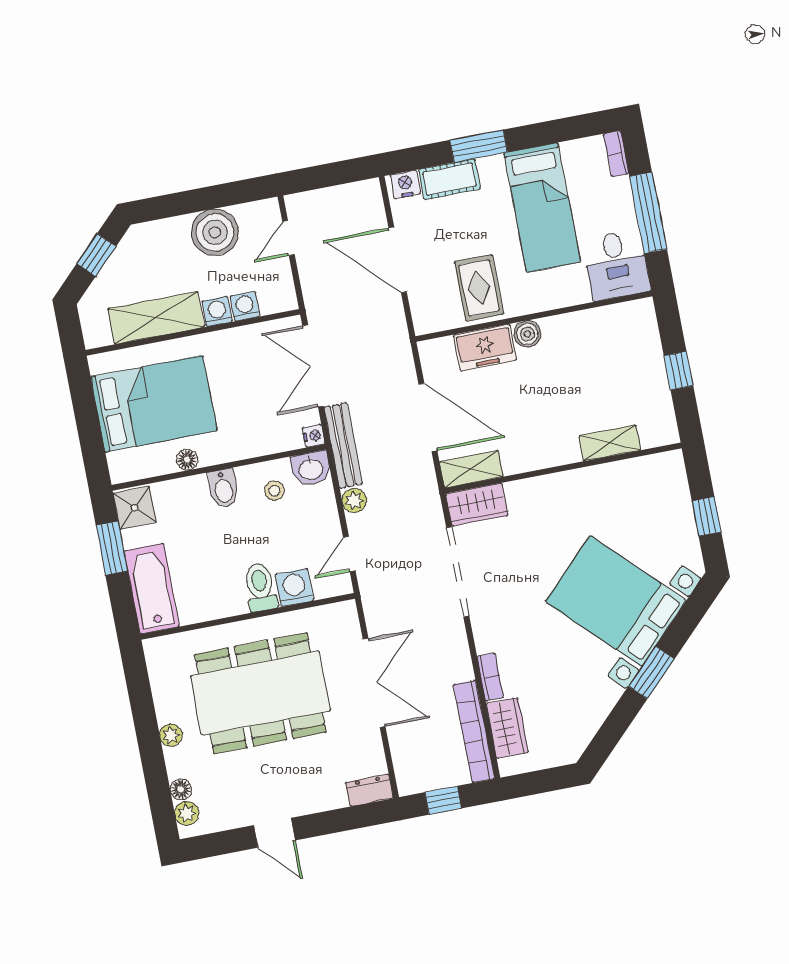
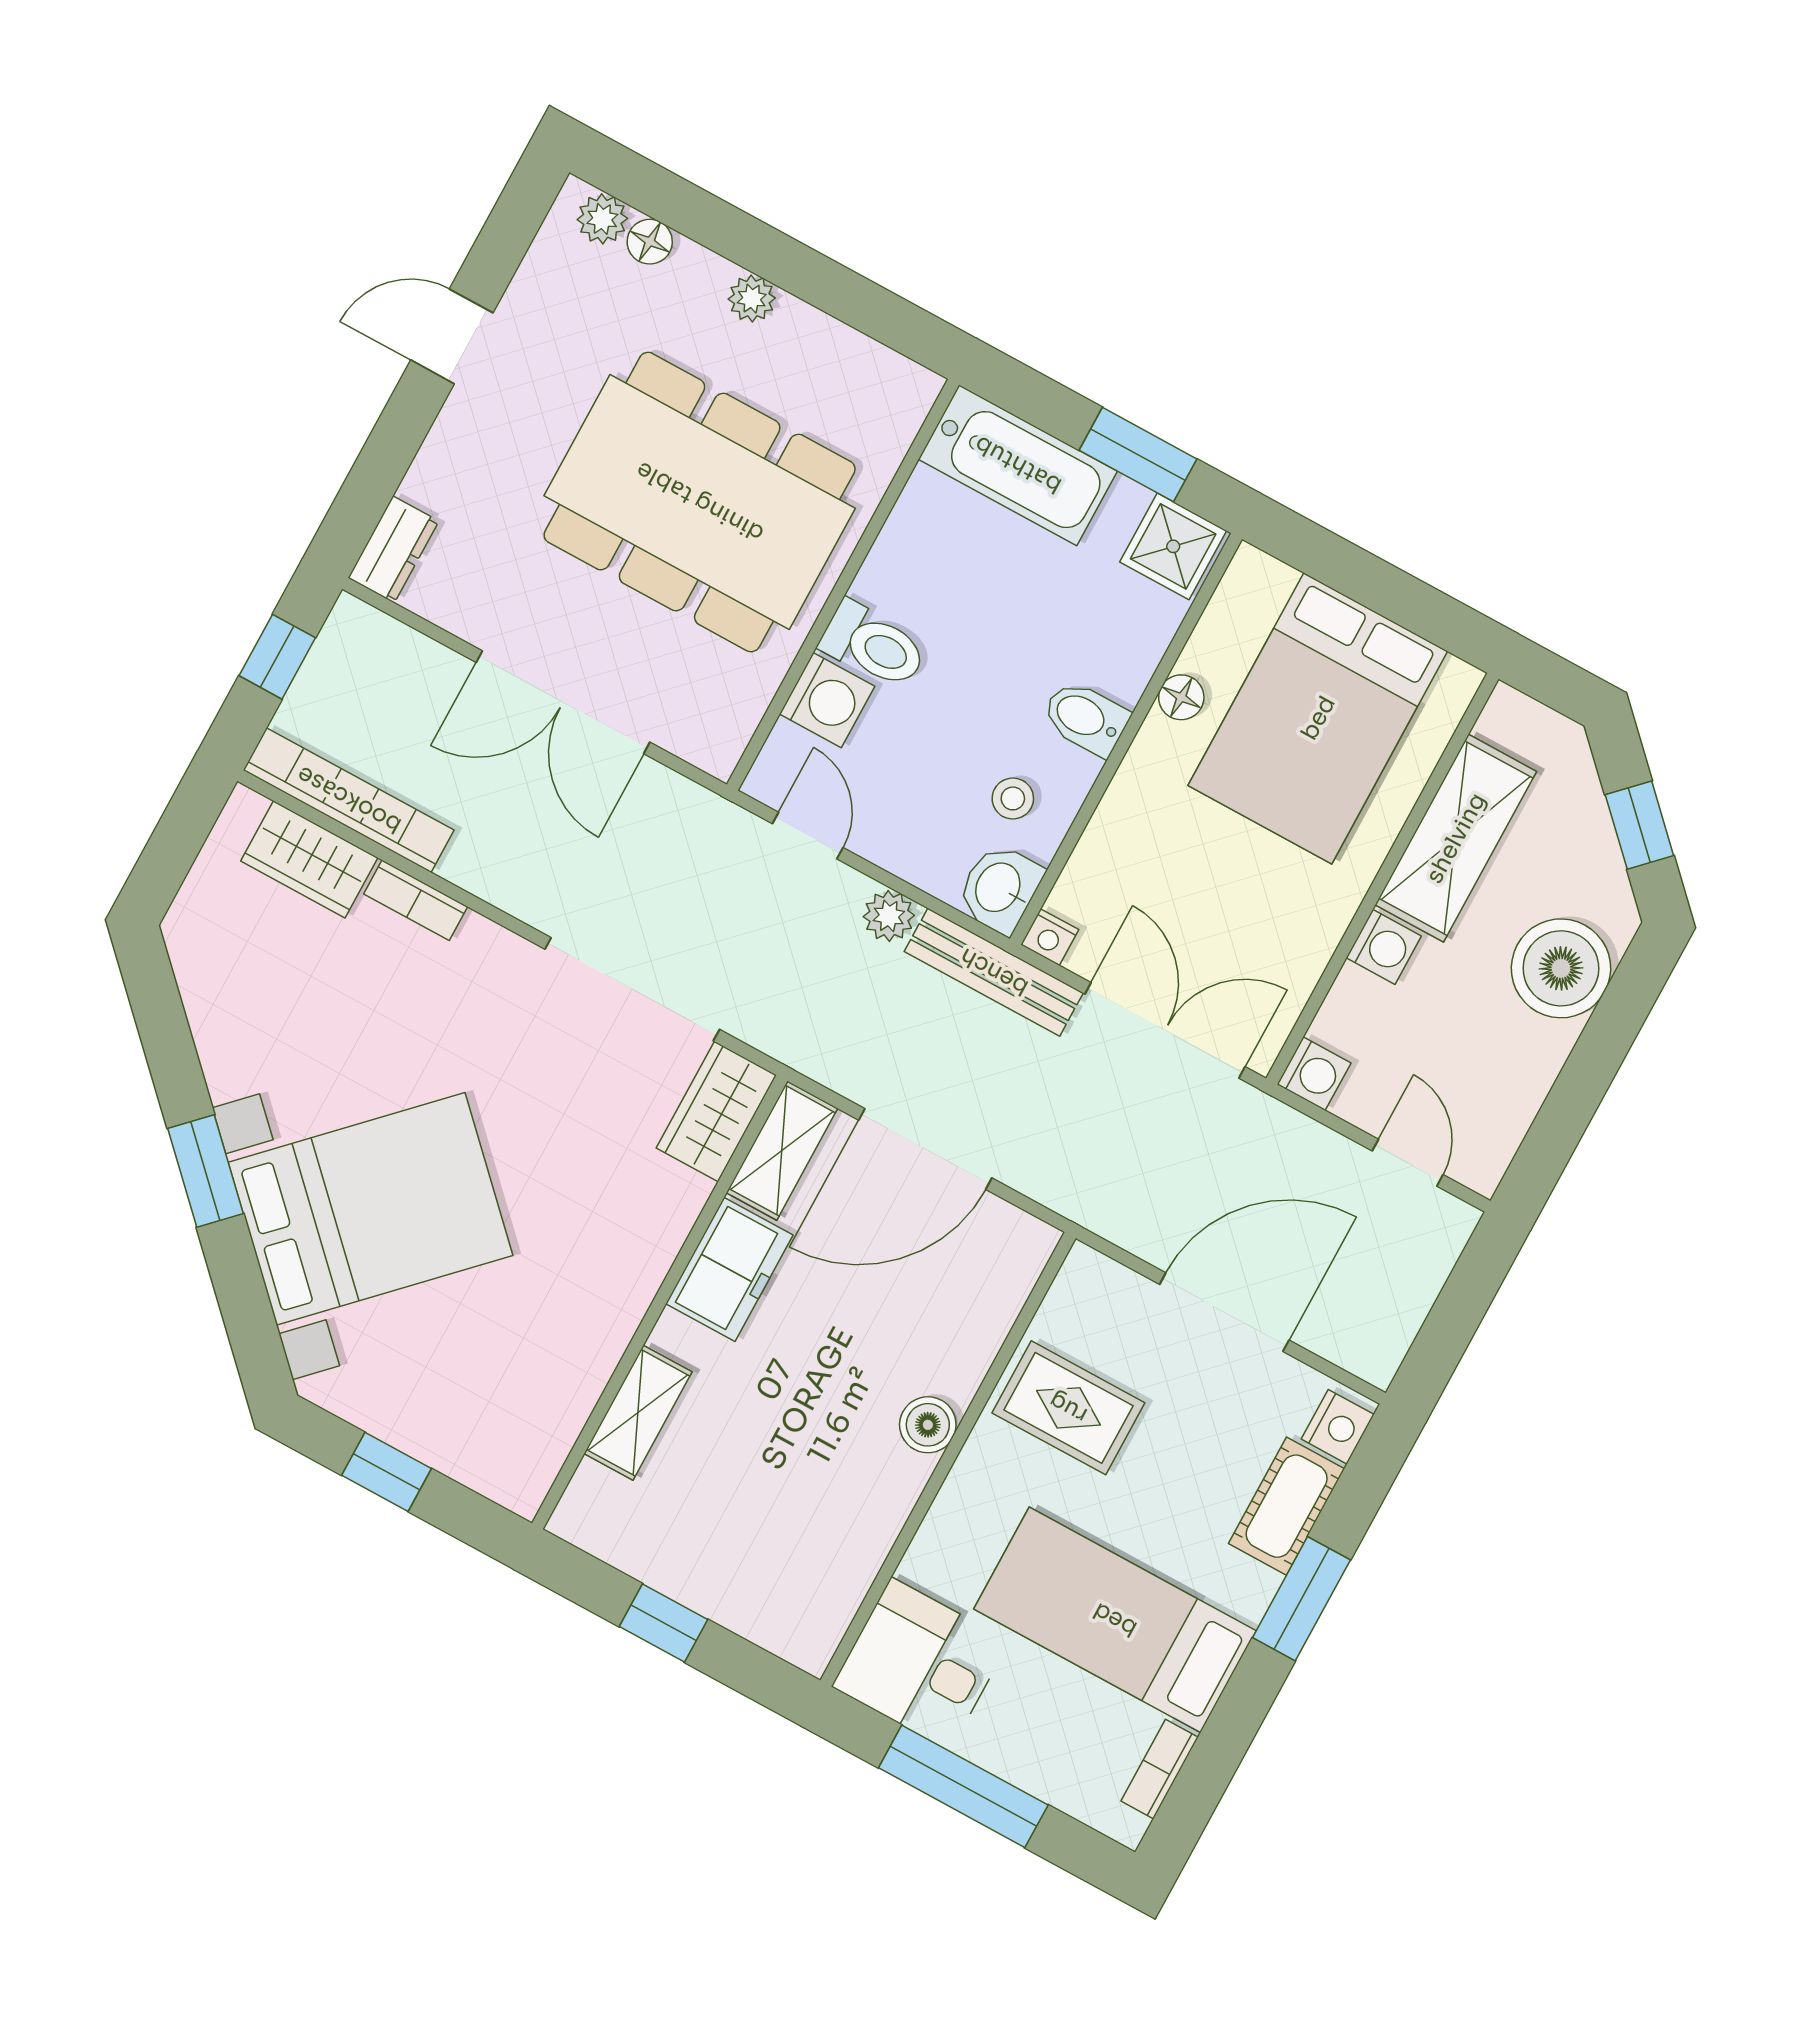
bookcase: (616, 154) -> (1160, 1769), moved, turned -90
boiler: (215, 232) -> (1561, 968), moved
washing machine: (245, 306) -> (1314, 1074), moved
freezer: (485, 348) -> (729, 1269), moved, turned 180
dining table: (260, 693) -> (700, 502), turned 90

